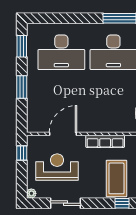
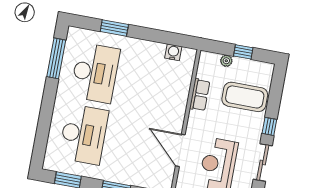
row of seats: (105, 141) -> (200, 95), width x0.68
window: (122, 203) -> (269, 126), moved

